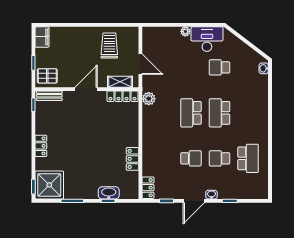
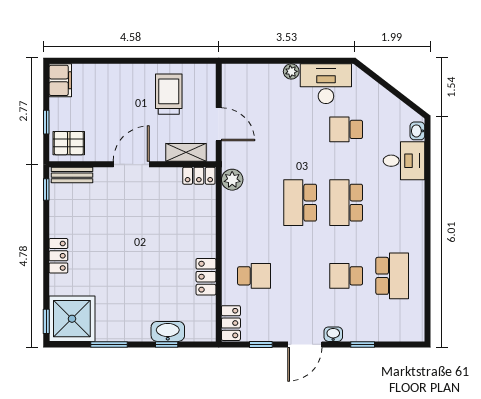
desk: (255, 87) -> (404, 161), added
locker: (123, 96) -> (199, 176), width x0.66
school desk: (191, 158) -> (254, 276), moved

